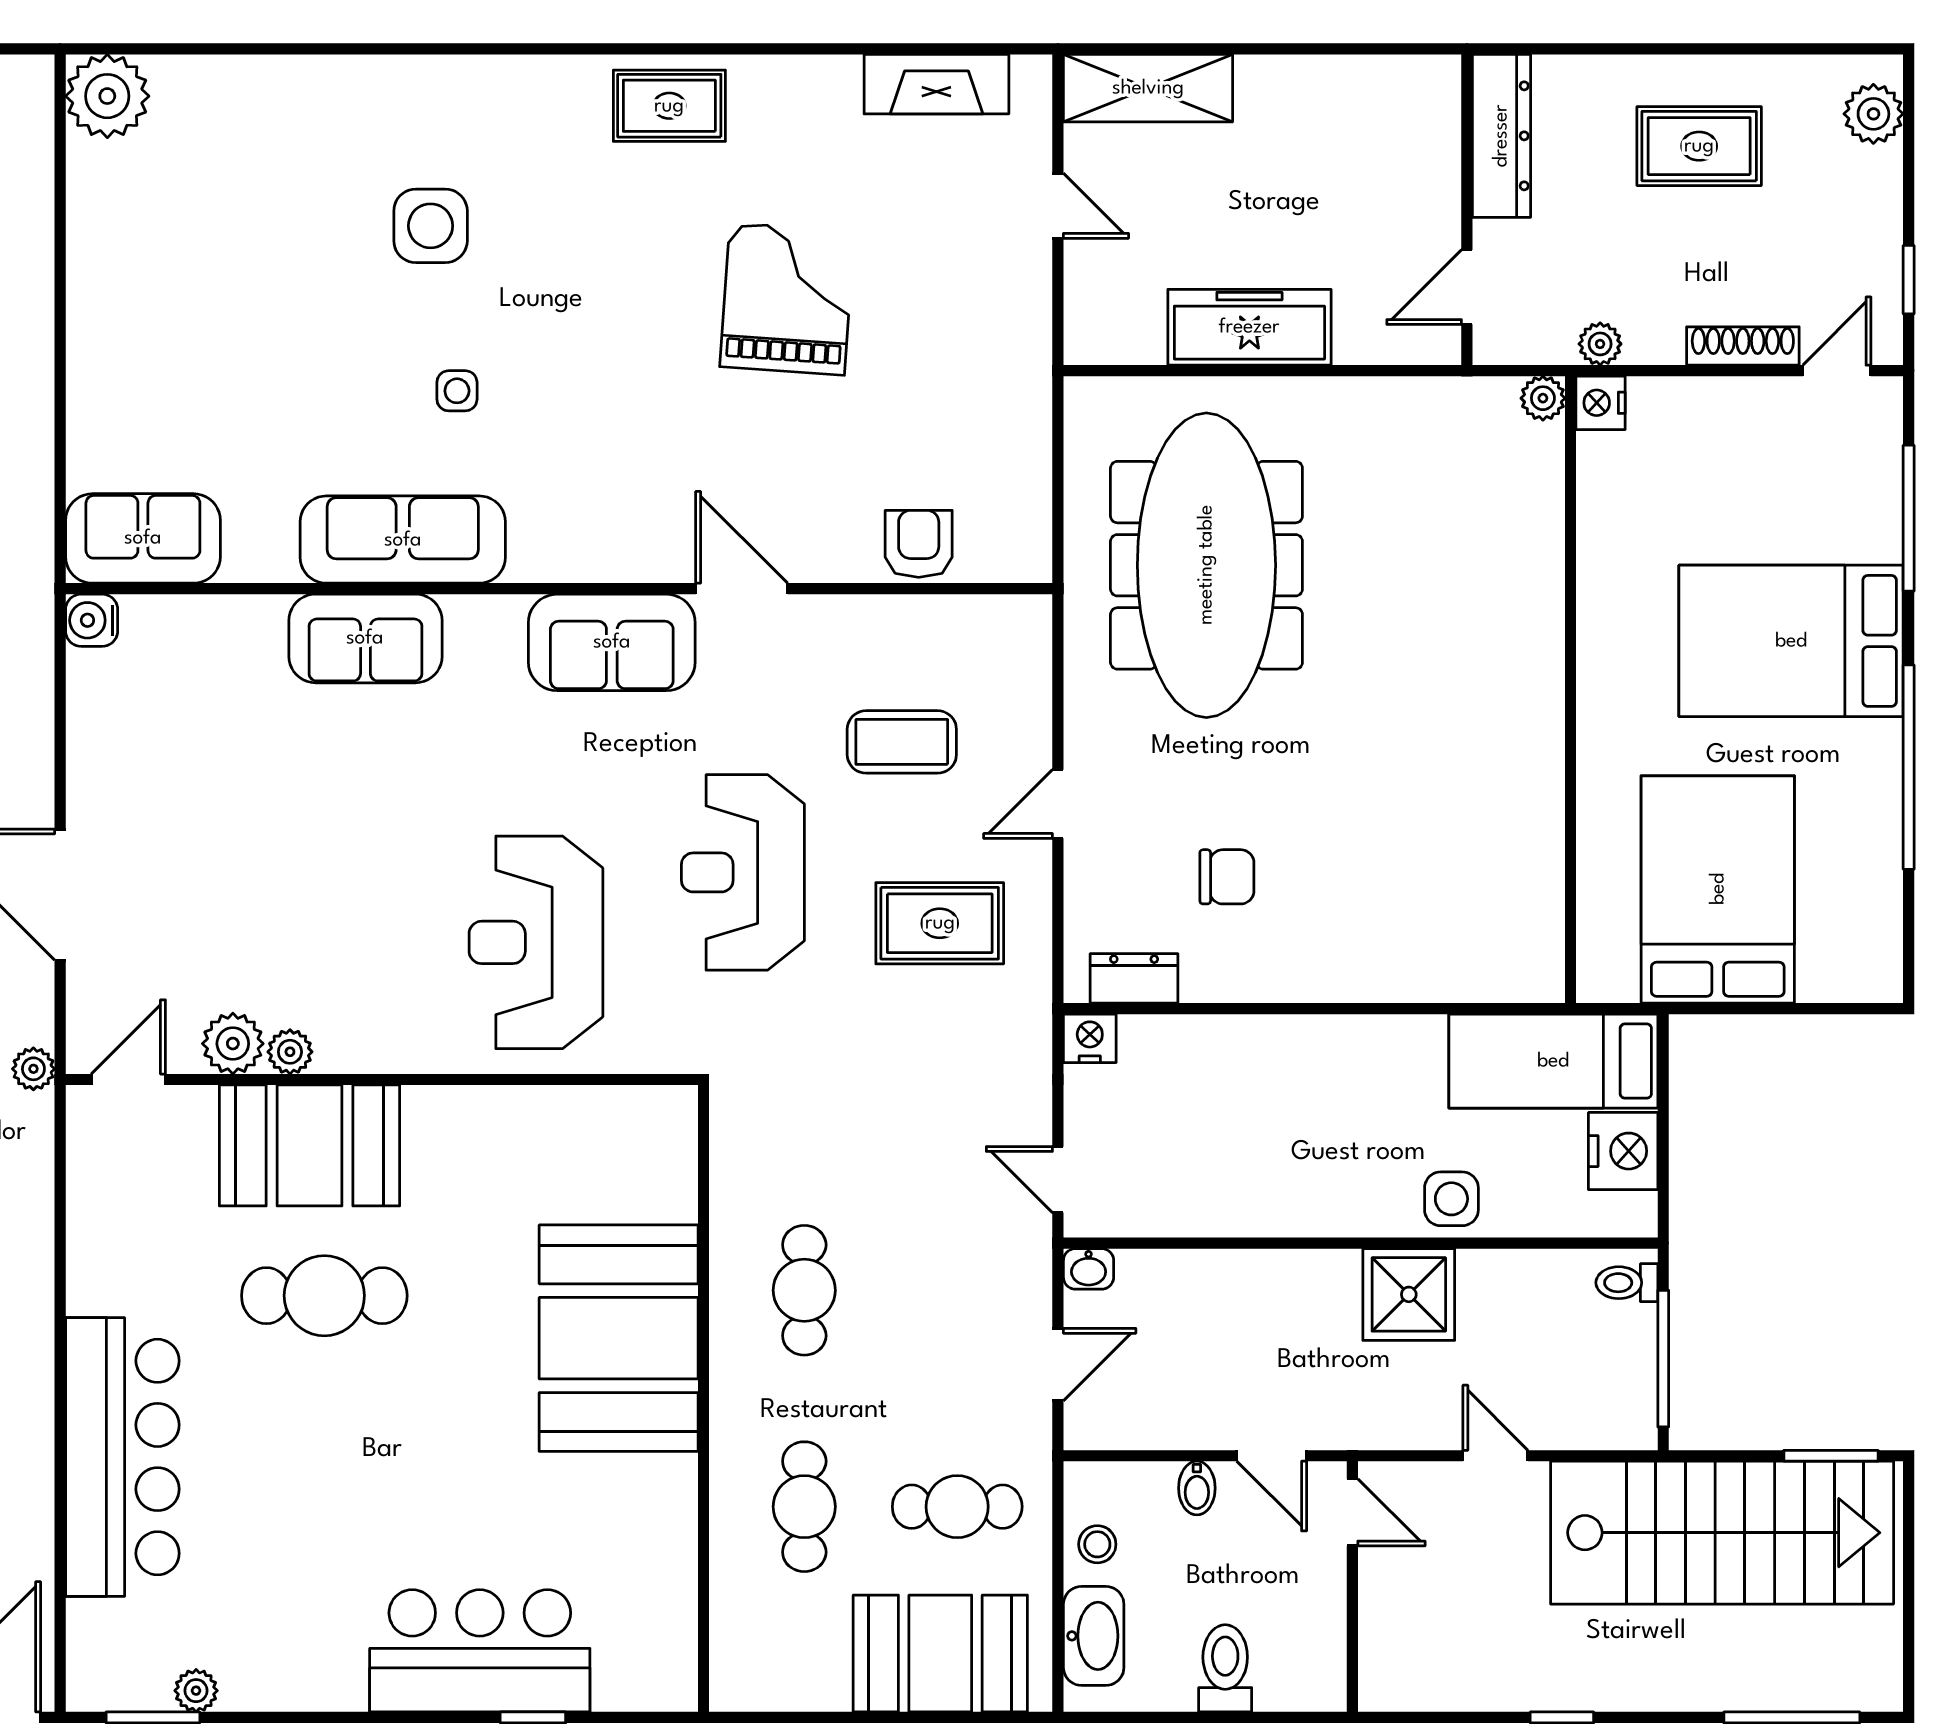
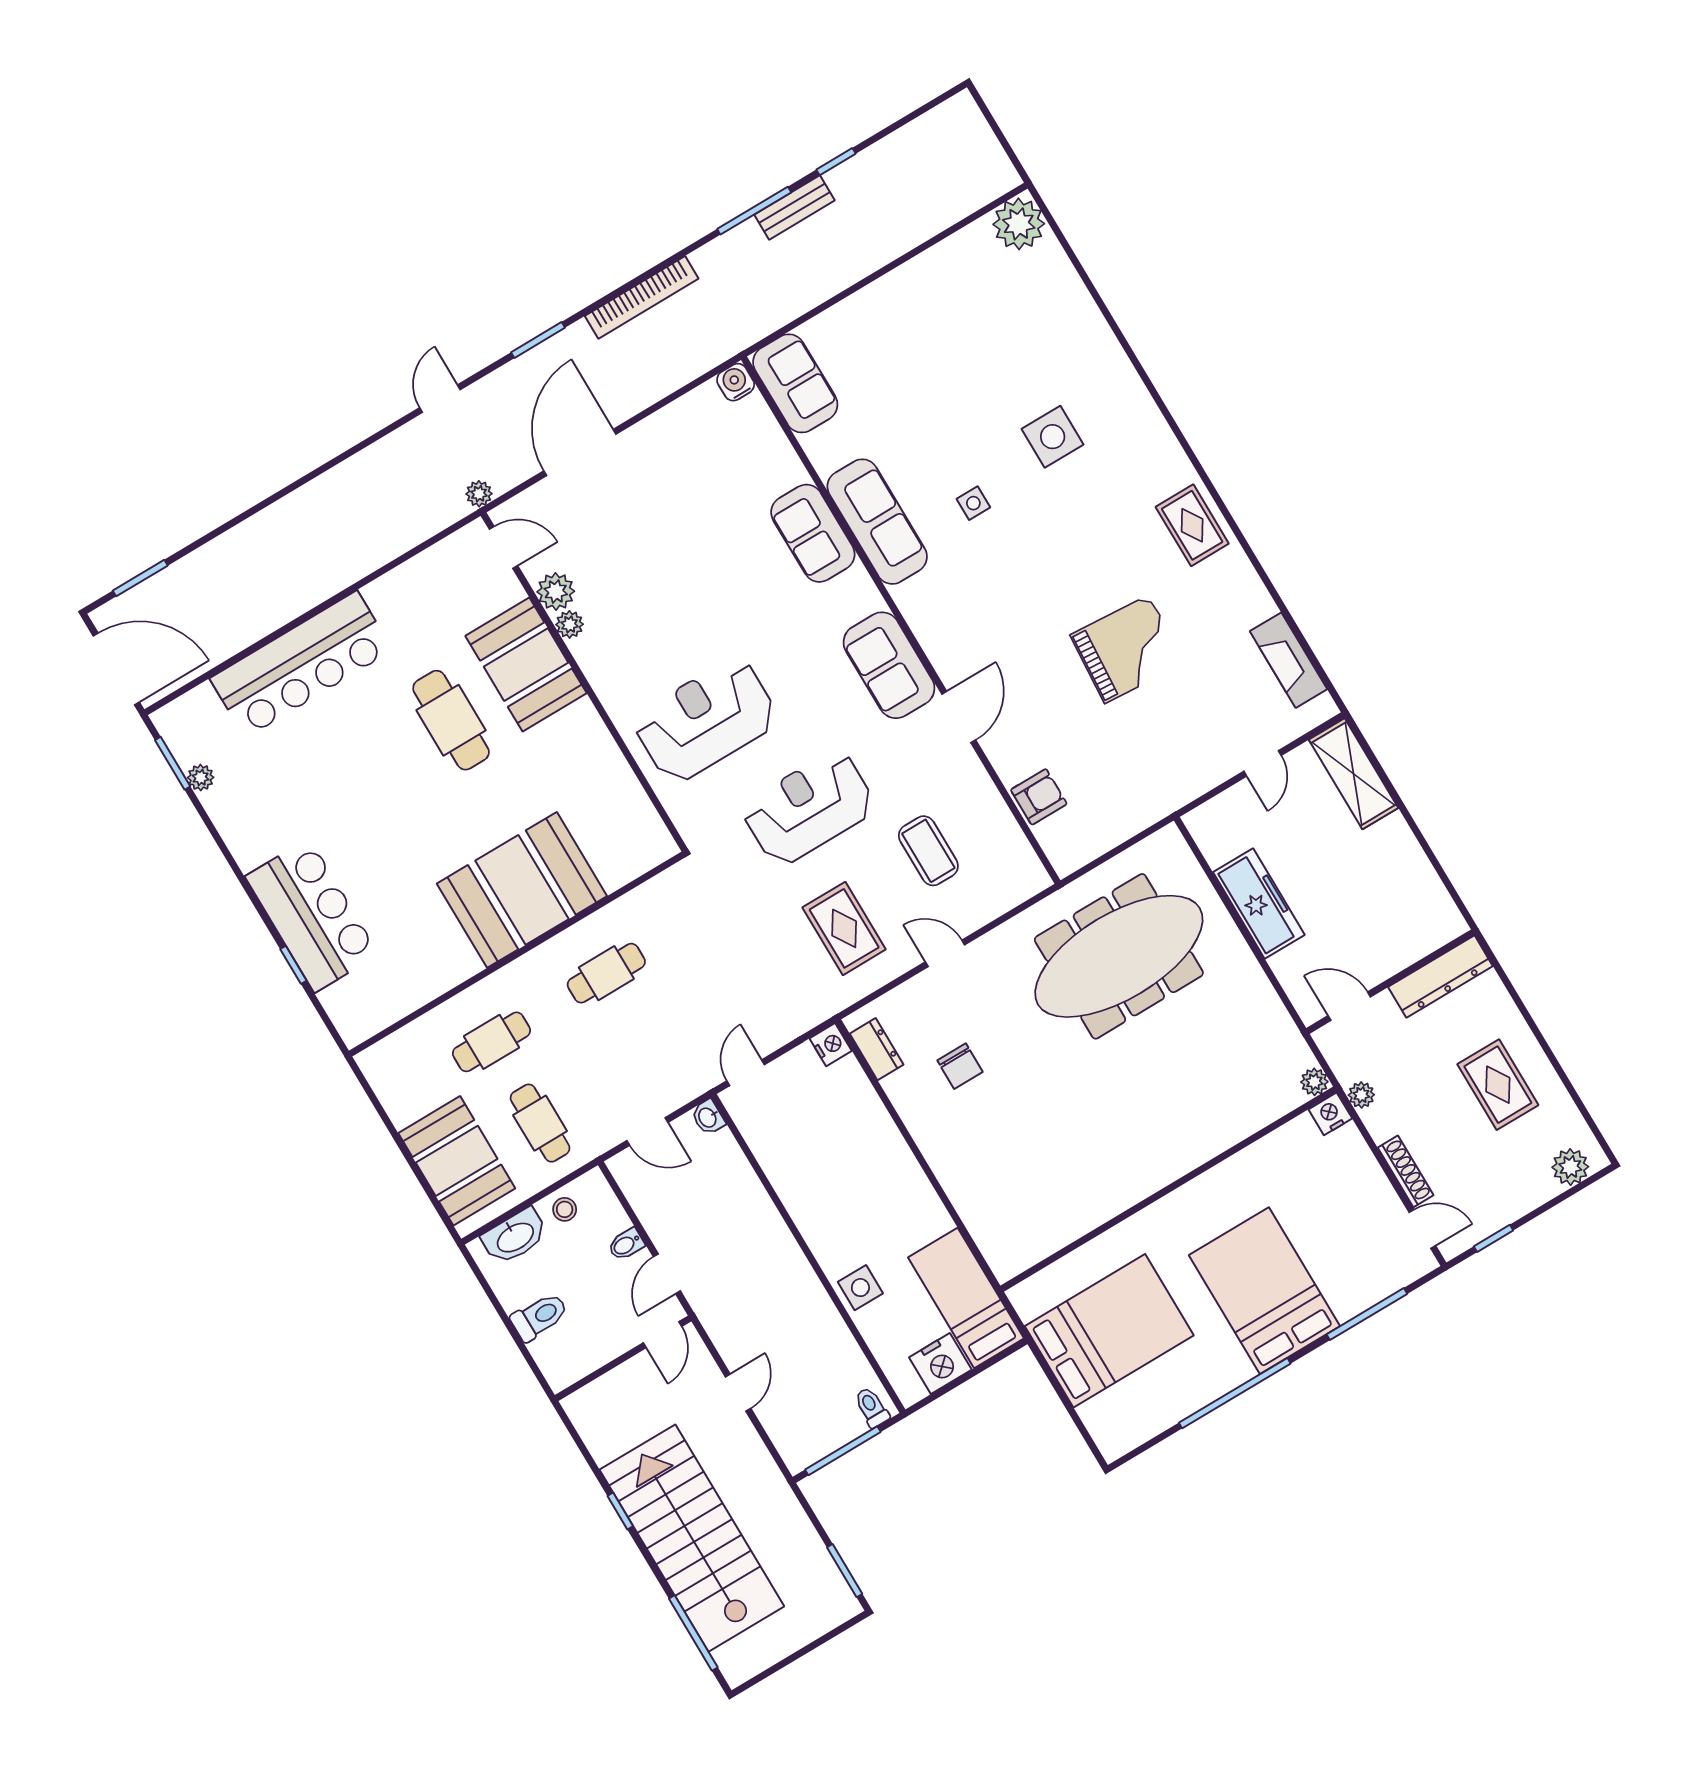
shower: (1409, 1294) -> (796, 1295), removed
stairs: (1722, 1533) -> (692, 1538), moved, turned 180

